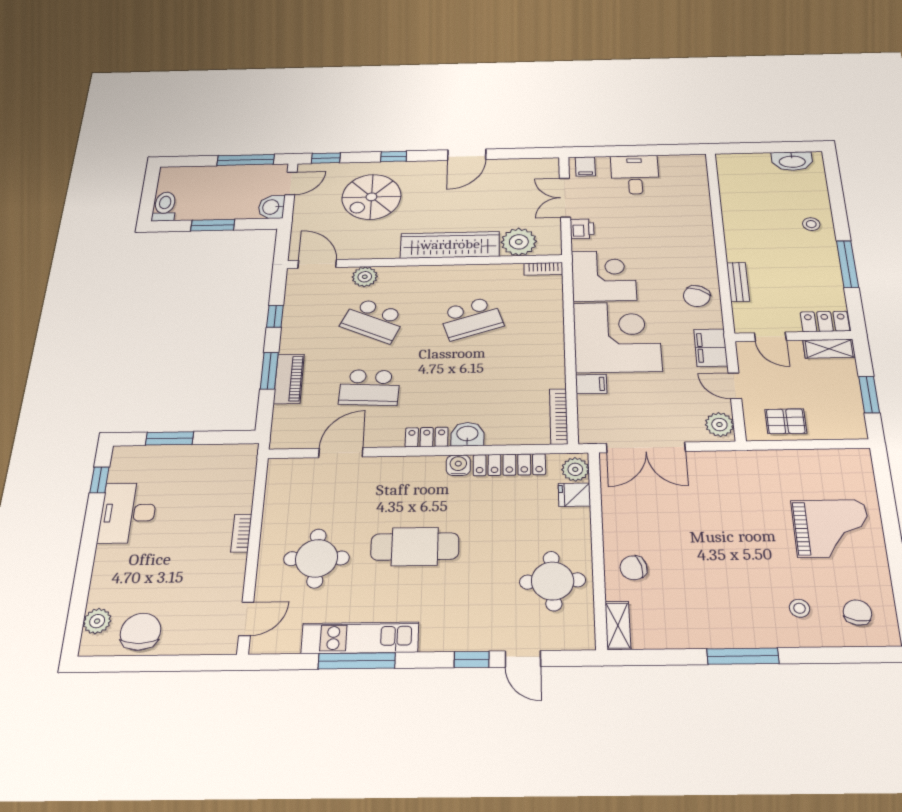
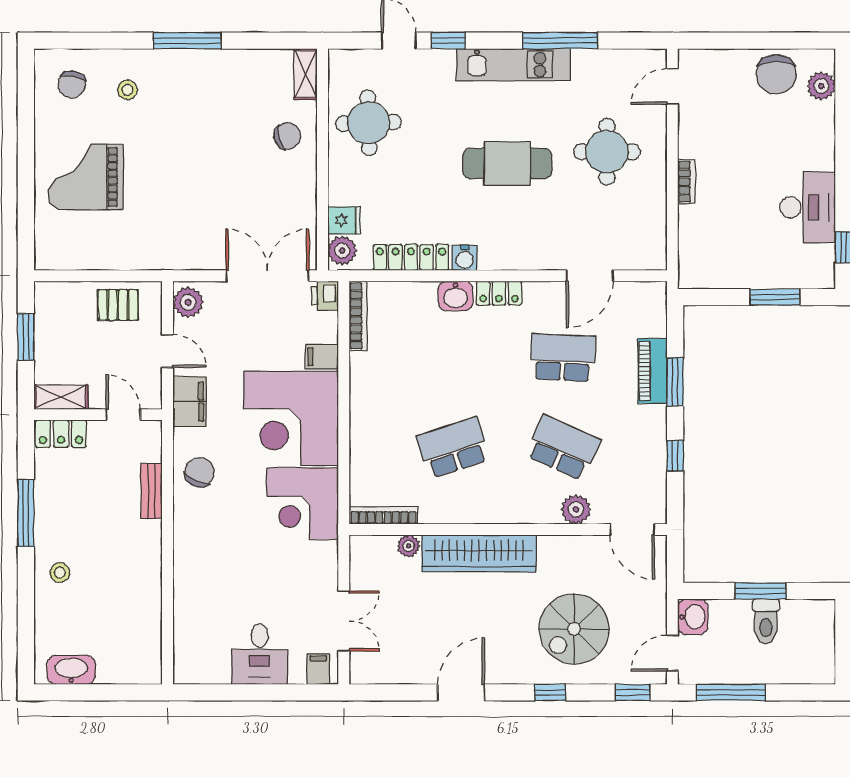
spiral stairs: (371, 197) -> (574, 629), turned 180
toilet: (165, 206) -> (766, 621), moved
printer: (582, 229) -> (325, 296), moved
plant: (519, 242) -> (409, 546), width x0.53, depth x0.53
bookcase: (543, 269) -> (383, 515), width x1.56
kitchen unit: (360, 638) -> (514, 65), moved

